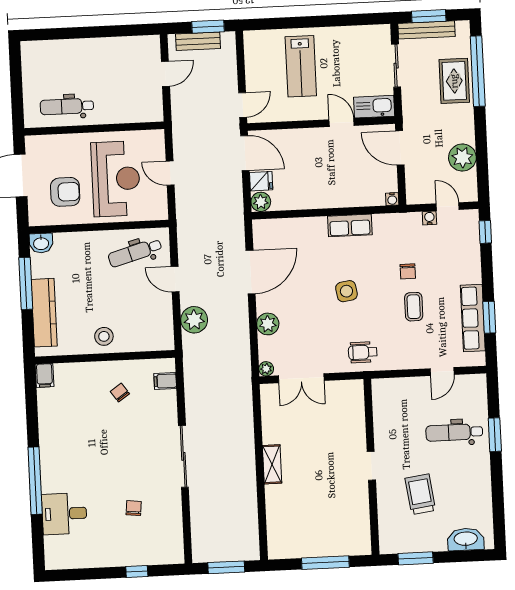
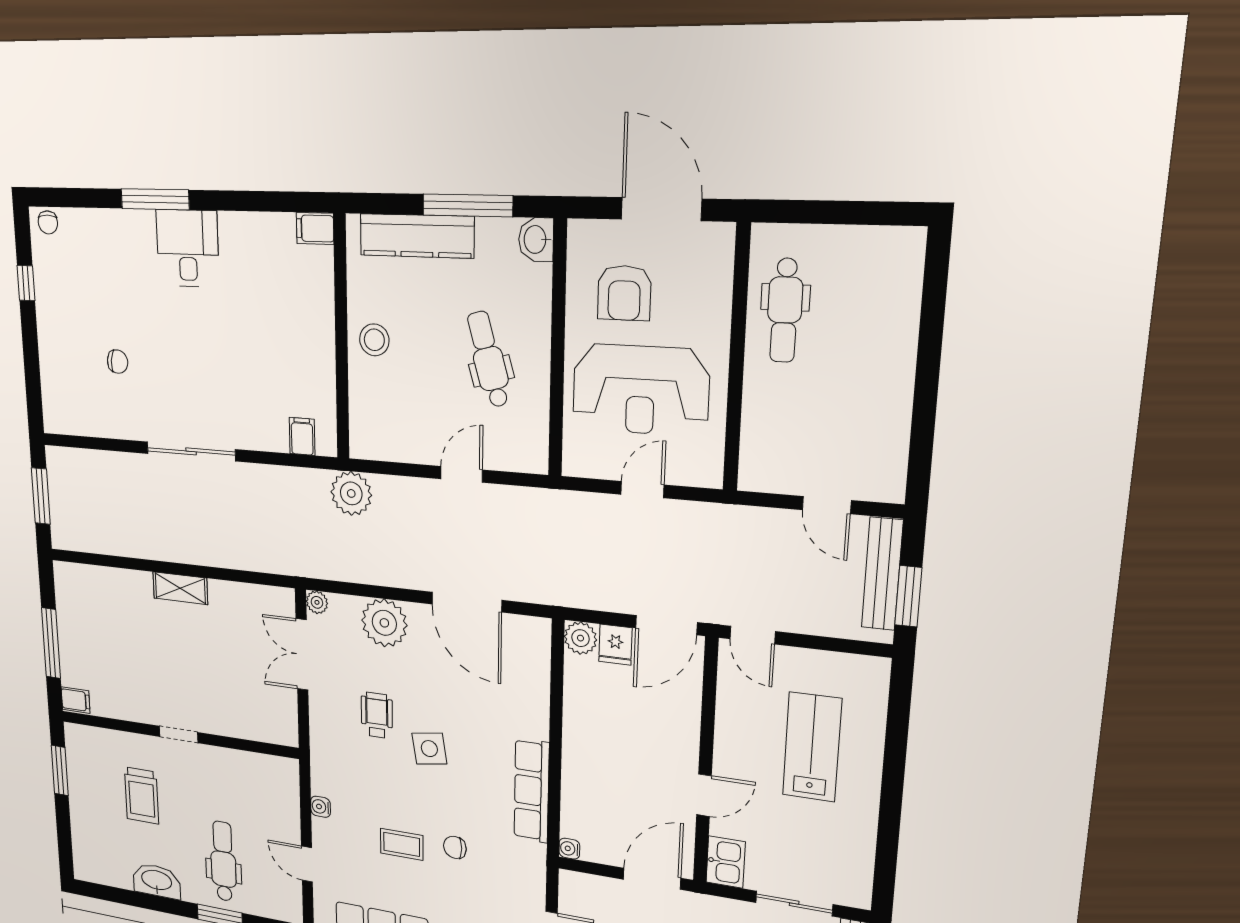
bench: (198, 41) -> (882, 574), width x1.36
lab bench: (301, 66) -> (812, 747), turned 90
dental chair: (67, 106) -> (785, 310), turned 180
kitchen sink: (374, 107) -> (726, 862), width x0.73
water cooler: (429, 218) -> (321, 807), moved, turned 180
row of seats: (350, 225) -> (531, 791), width x1.48
dental chair: (135, 253) -> (488, 359), moved
plant: (194, 320) -> (351, 493), moved
plant: (268, 324) -> (384, 623), width x1.36, depth x1.36
wheelchair: (363, 352) -> (377, 715), moved
chair: (120, 393) -> (48, 222), moved, turned 125
window: (35, 481) -> (155, 199), width x0.68
trolley: (420, 494) -> (142, 795), turned 98
desk: (64, 514) -> (188, 248), moved
washbasin: (466, 539) -> (157, 881), moved, turned -90
filing cabinet: (362, 544) -> (75, 700), added
window: (137, 572) -> (26, 283), moved

